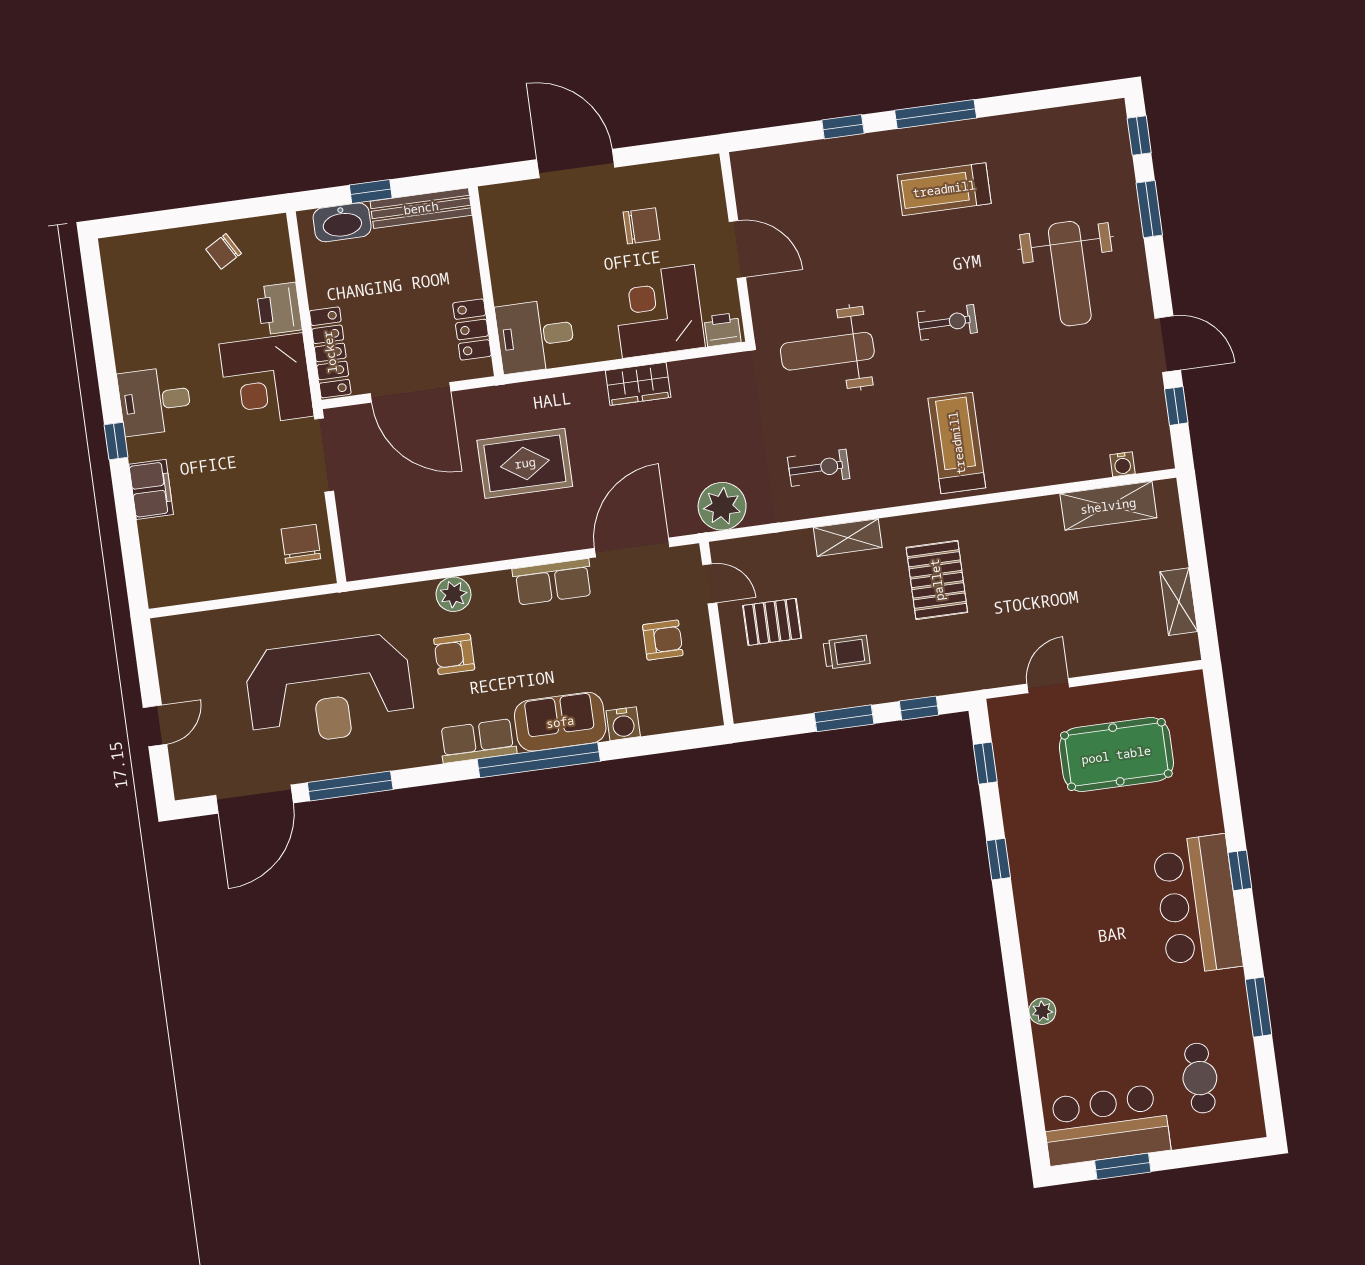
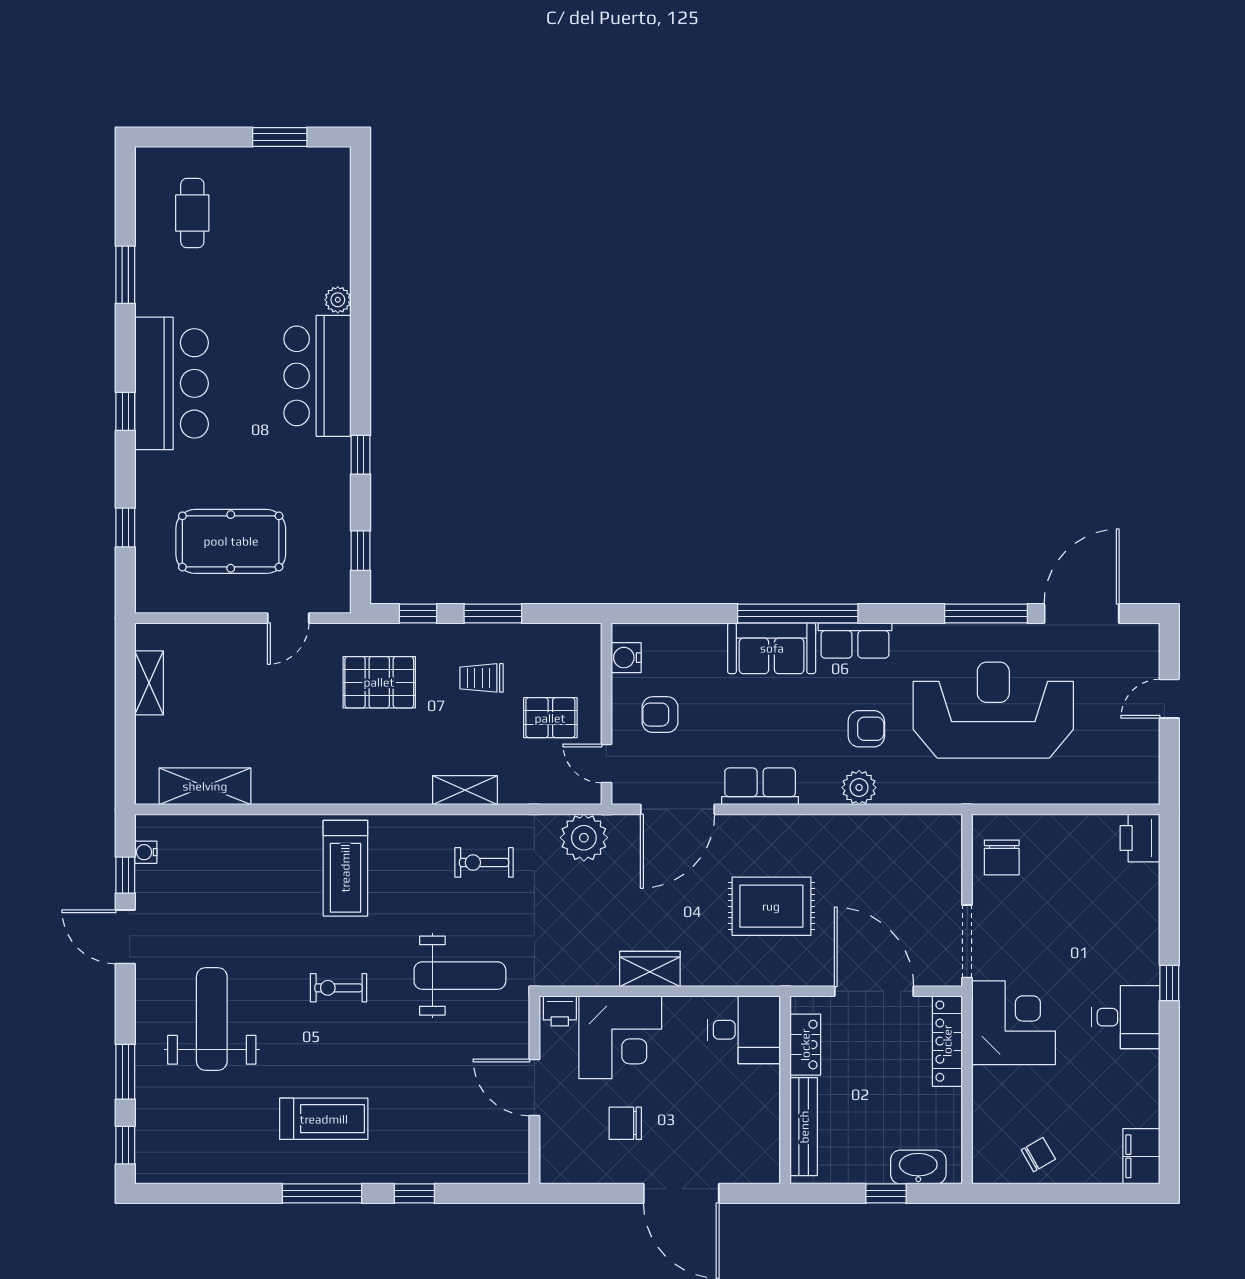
bench: (421, 208) -> (804, 1127), moved, turned 90
printer: (279, 309) -> (1140, 838), moved, turned 180
water cooler: (1122, 464) -> (146, 852), moved, turned -90
filing cabinet: (151, 489) -> (1141, 1156), moved
pallet: (937, 580) -> (379, 682), moved, turned 90
water cooler: (623, 724) -> (626, 658), moved, turned -90
window: (1224, 754) -> (125, 528), added
bar counter: (1106, 1125) -> (317, 376), moved, turned 90

